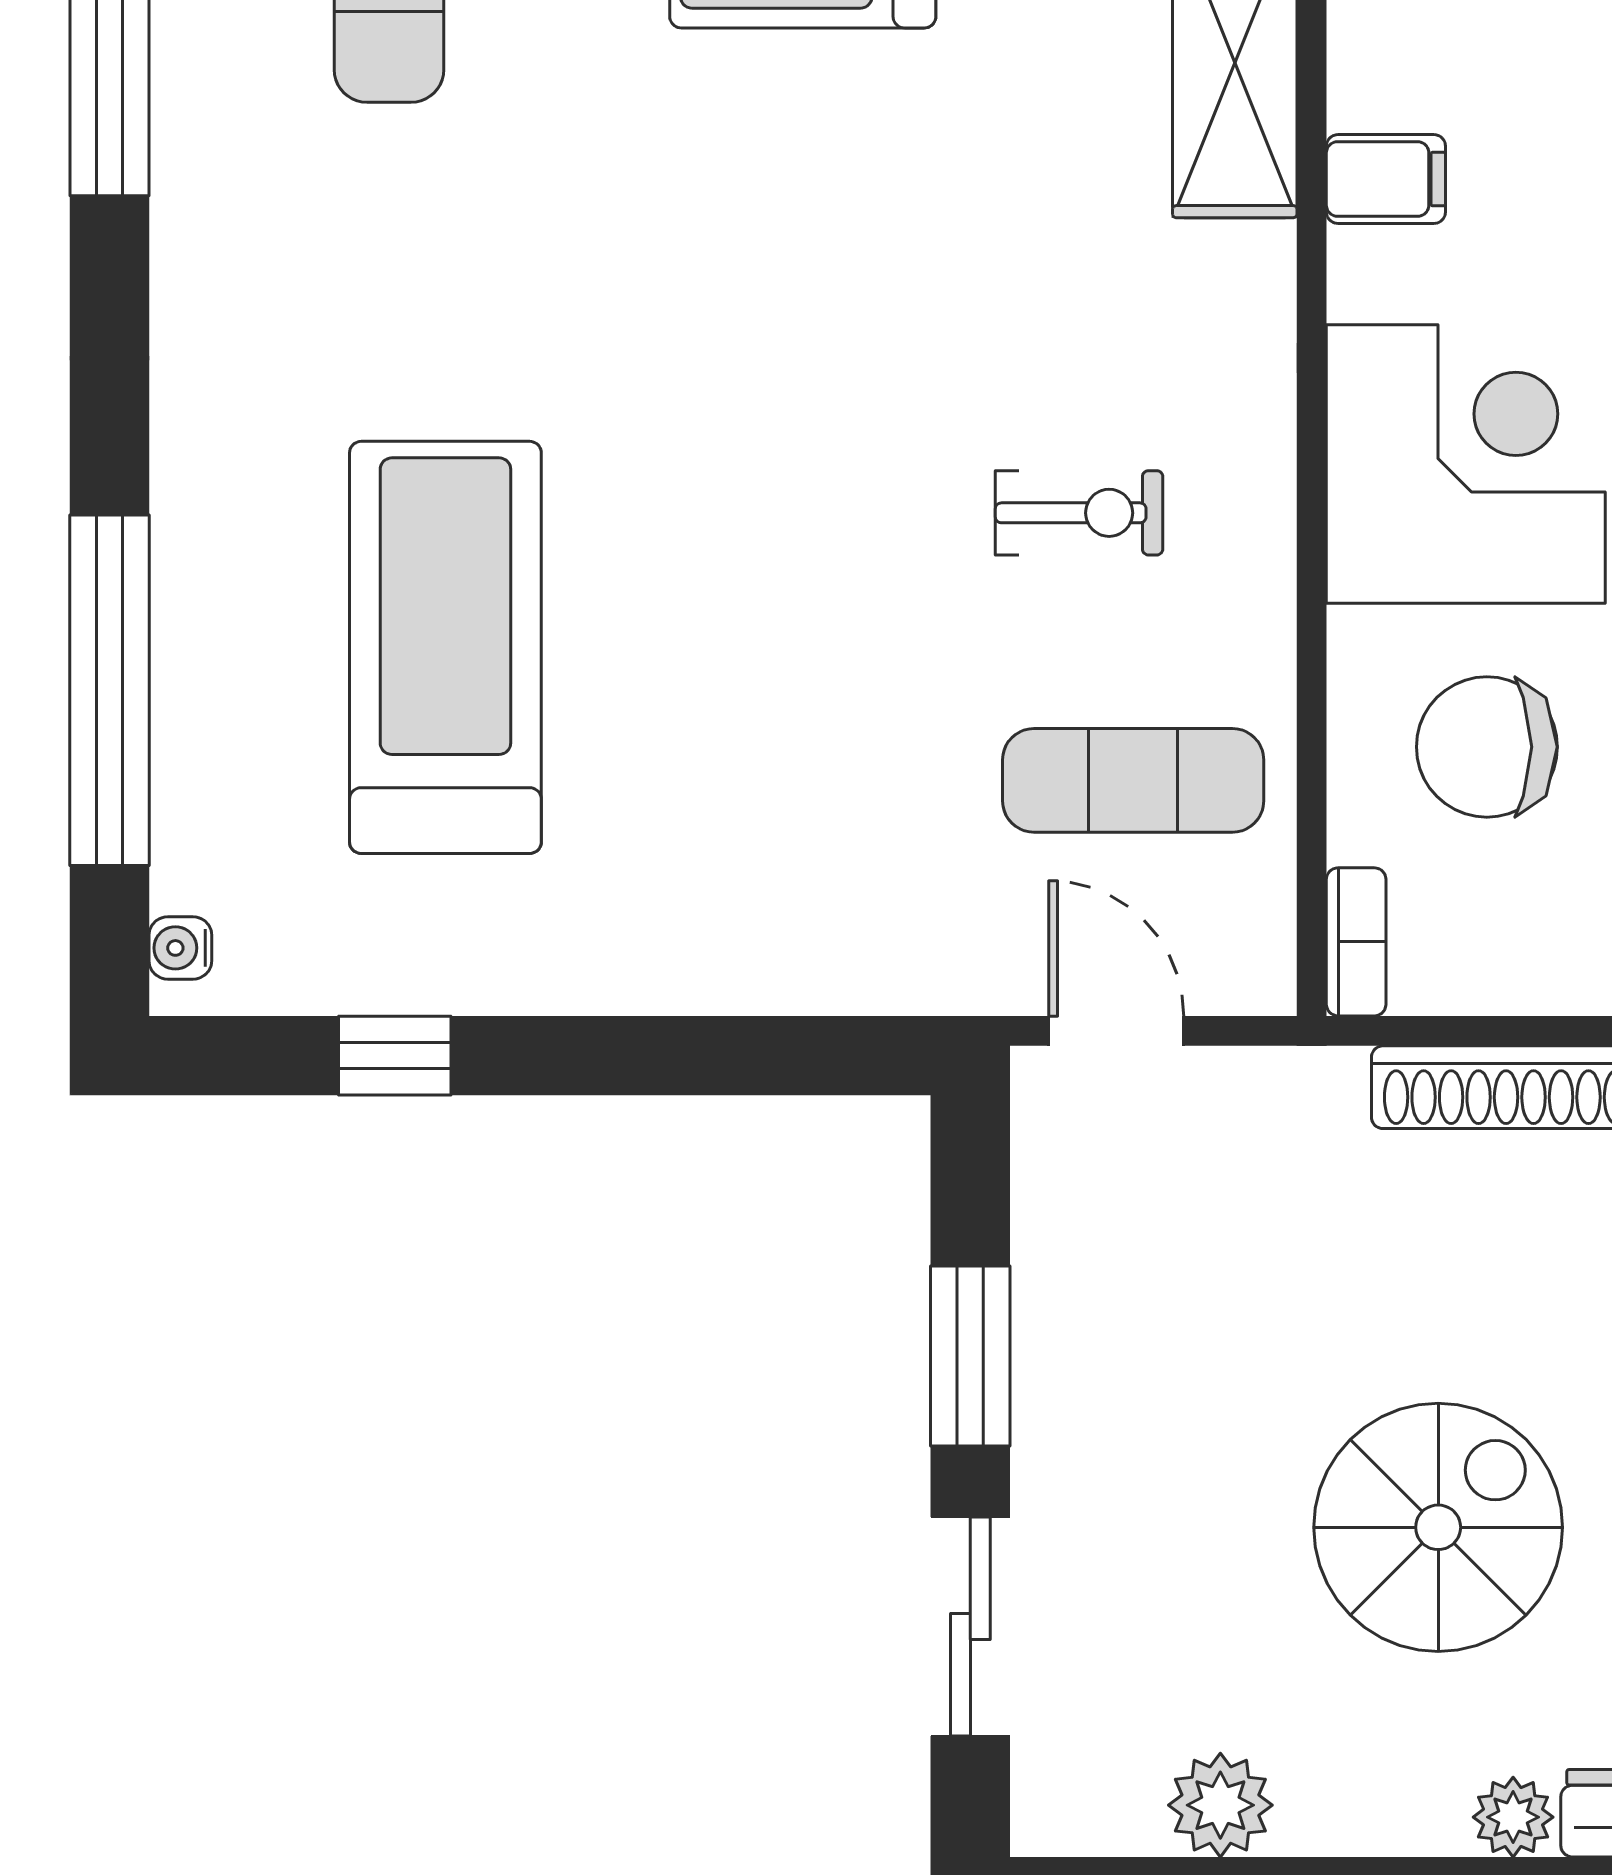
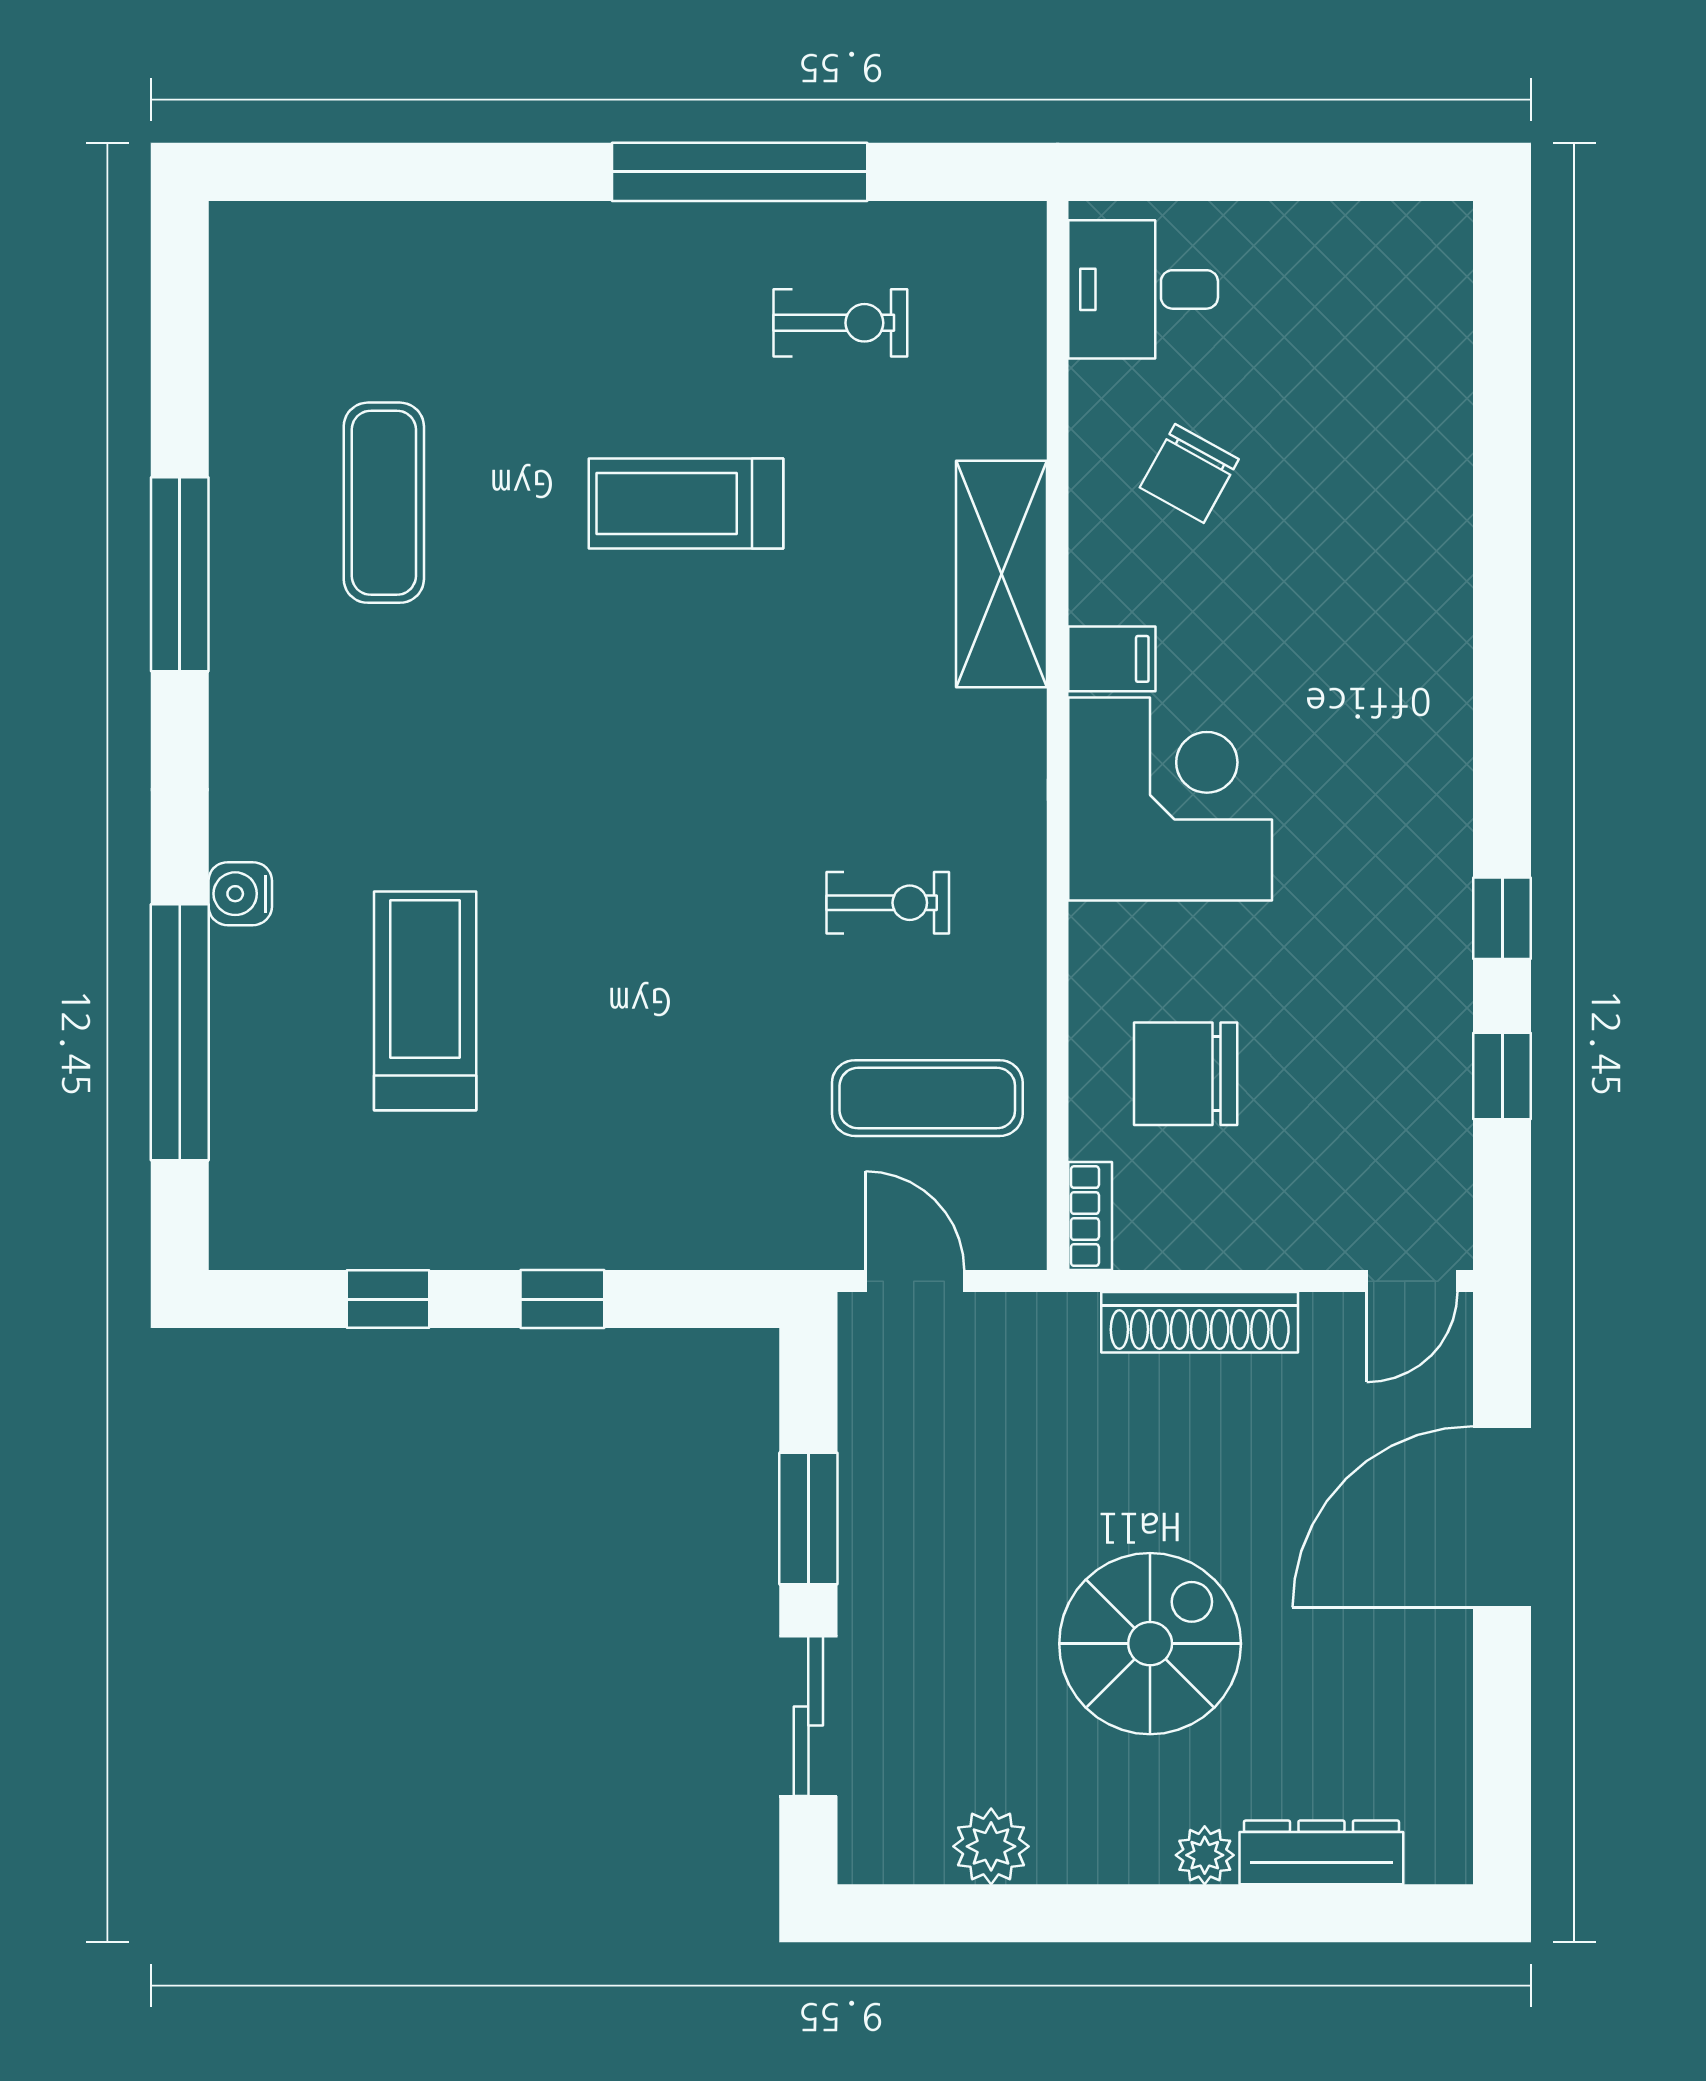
corner desk: (1466, 464) -> (1170, 799), moved
treadmill: (445, 647) -> (425, 1001), width x0.73, depth x0.73
water cooler: (180, 948) -> (240, 894), moved, width x1.38, depth x1.38
window: (633, 1056) -> (562, 1299), added

